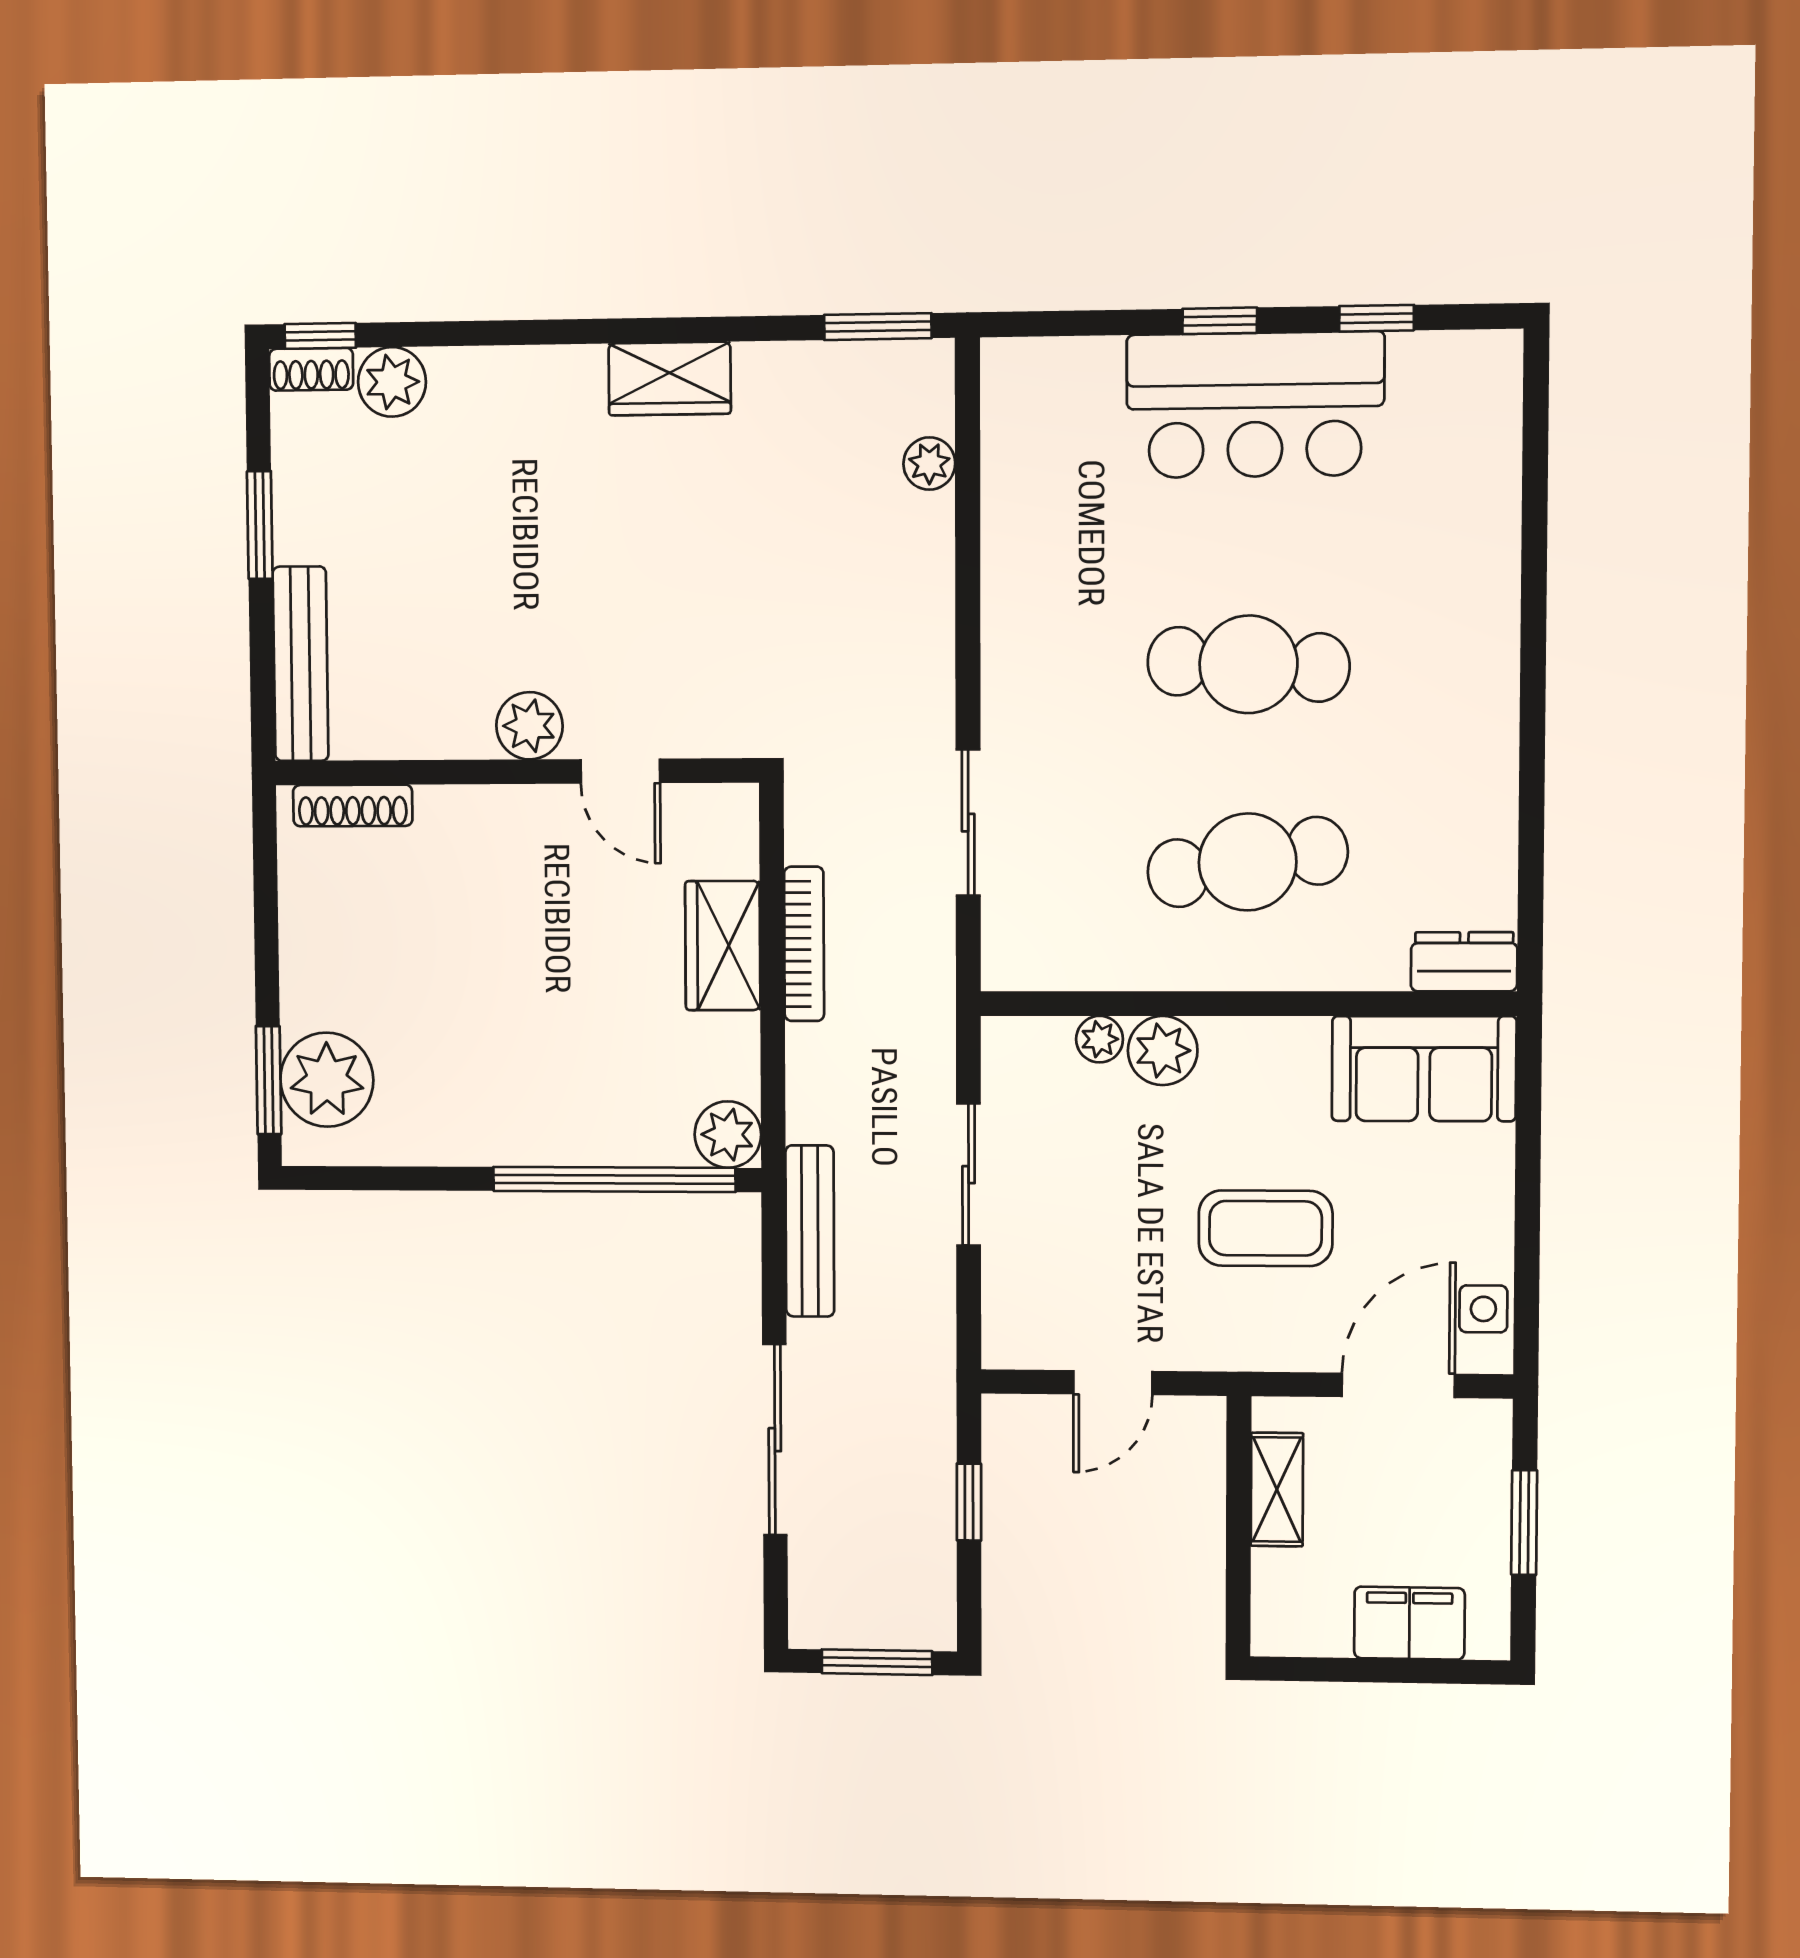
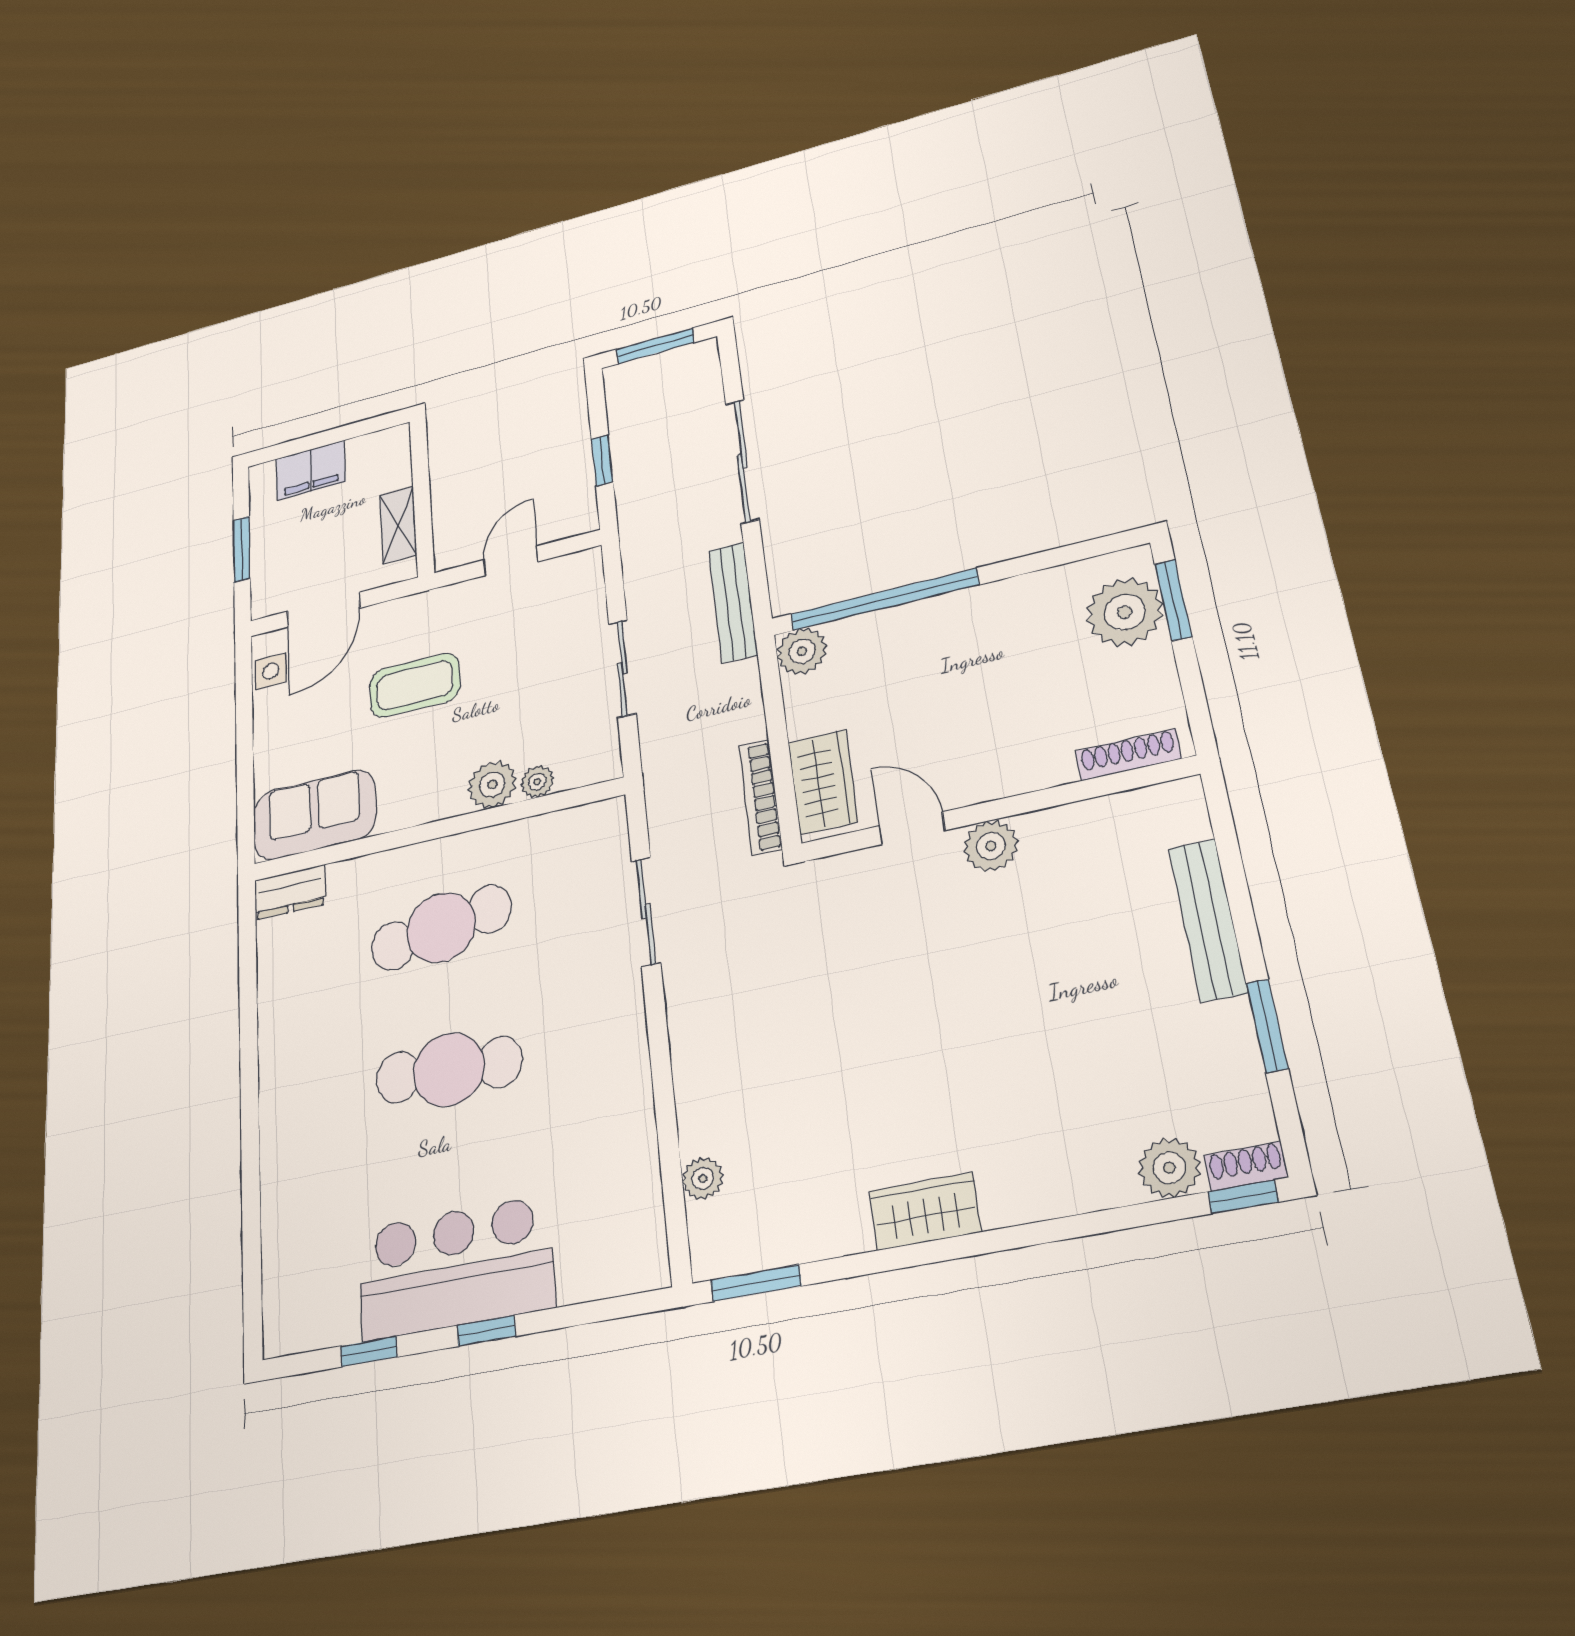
plant: (530, 726) -> (991, 846), moved
door: (620, 771) -> (912, 828), moved
wall: (516, 772) -> (996, 809), moved
shoe rack: (353, 805) -> (1128, 755), moved

